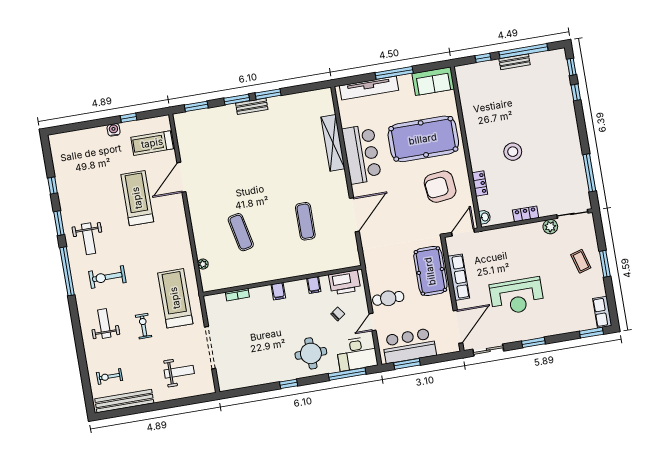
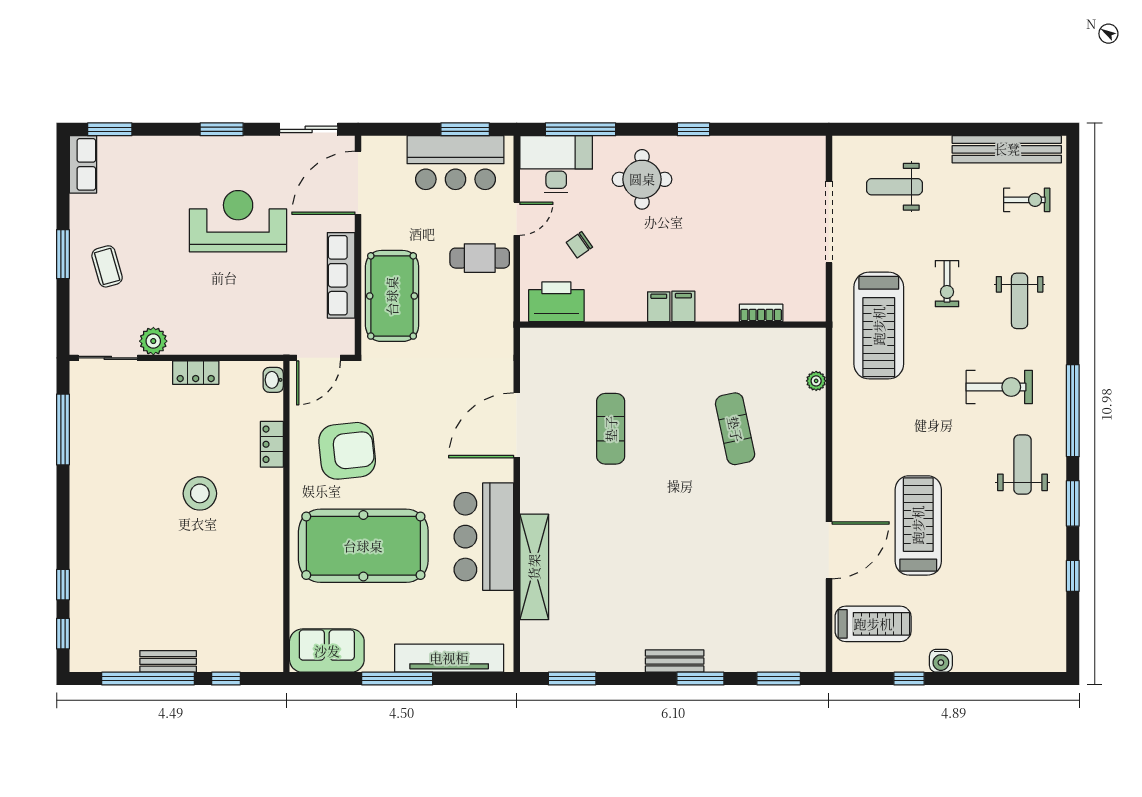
window: (268, 94) -> (572, 679), moved
treadmill: (137, 198) -> (918, 525), turned 180
filing cabinet: (314, 285) -> (659, 307), moved

